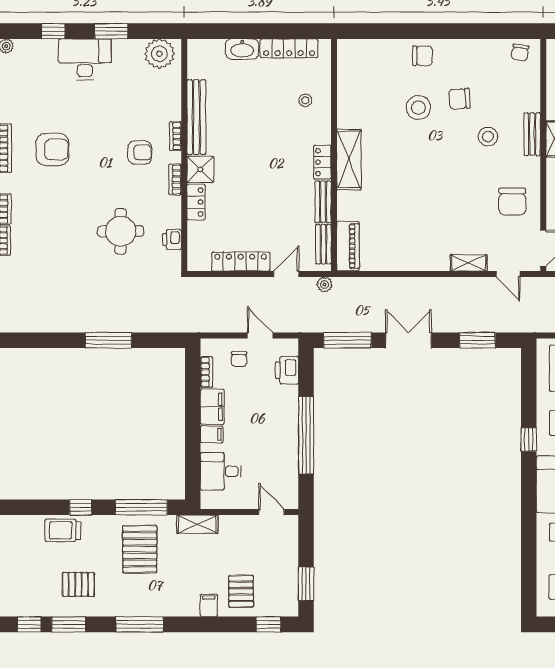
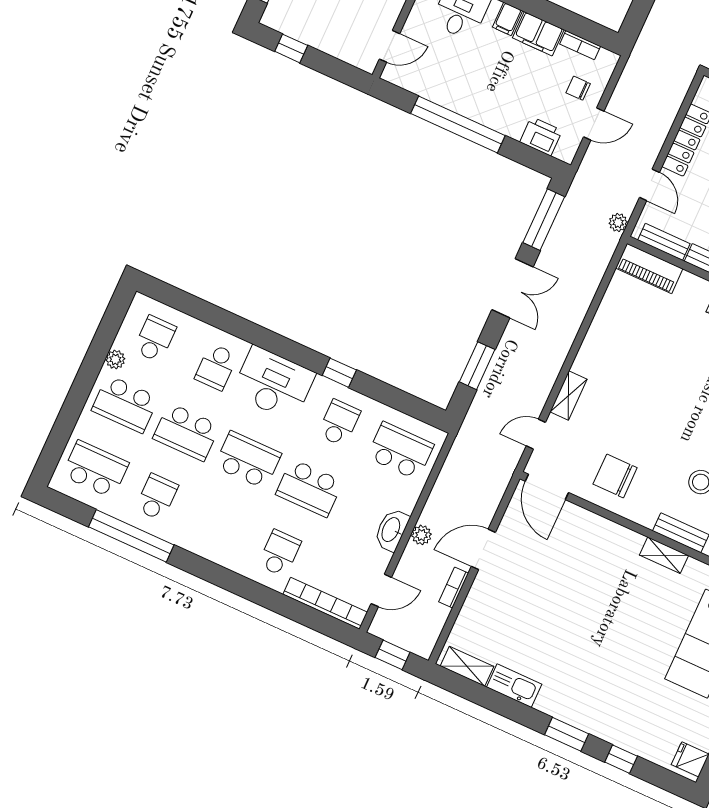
window: (306, 584) -> (291, 48), width x0.67

